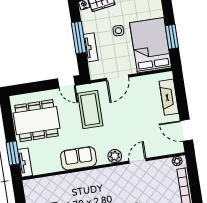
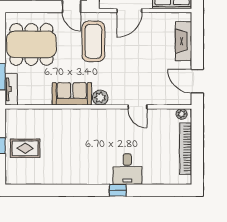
plant: (115, 156) -> (100, 98), moved
door: (138, 161) -> (137, 107), swing flipped

